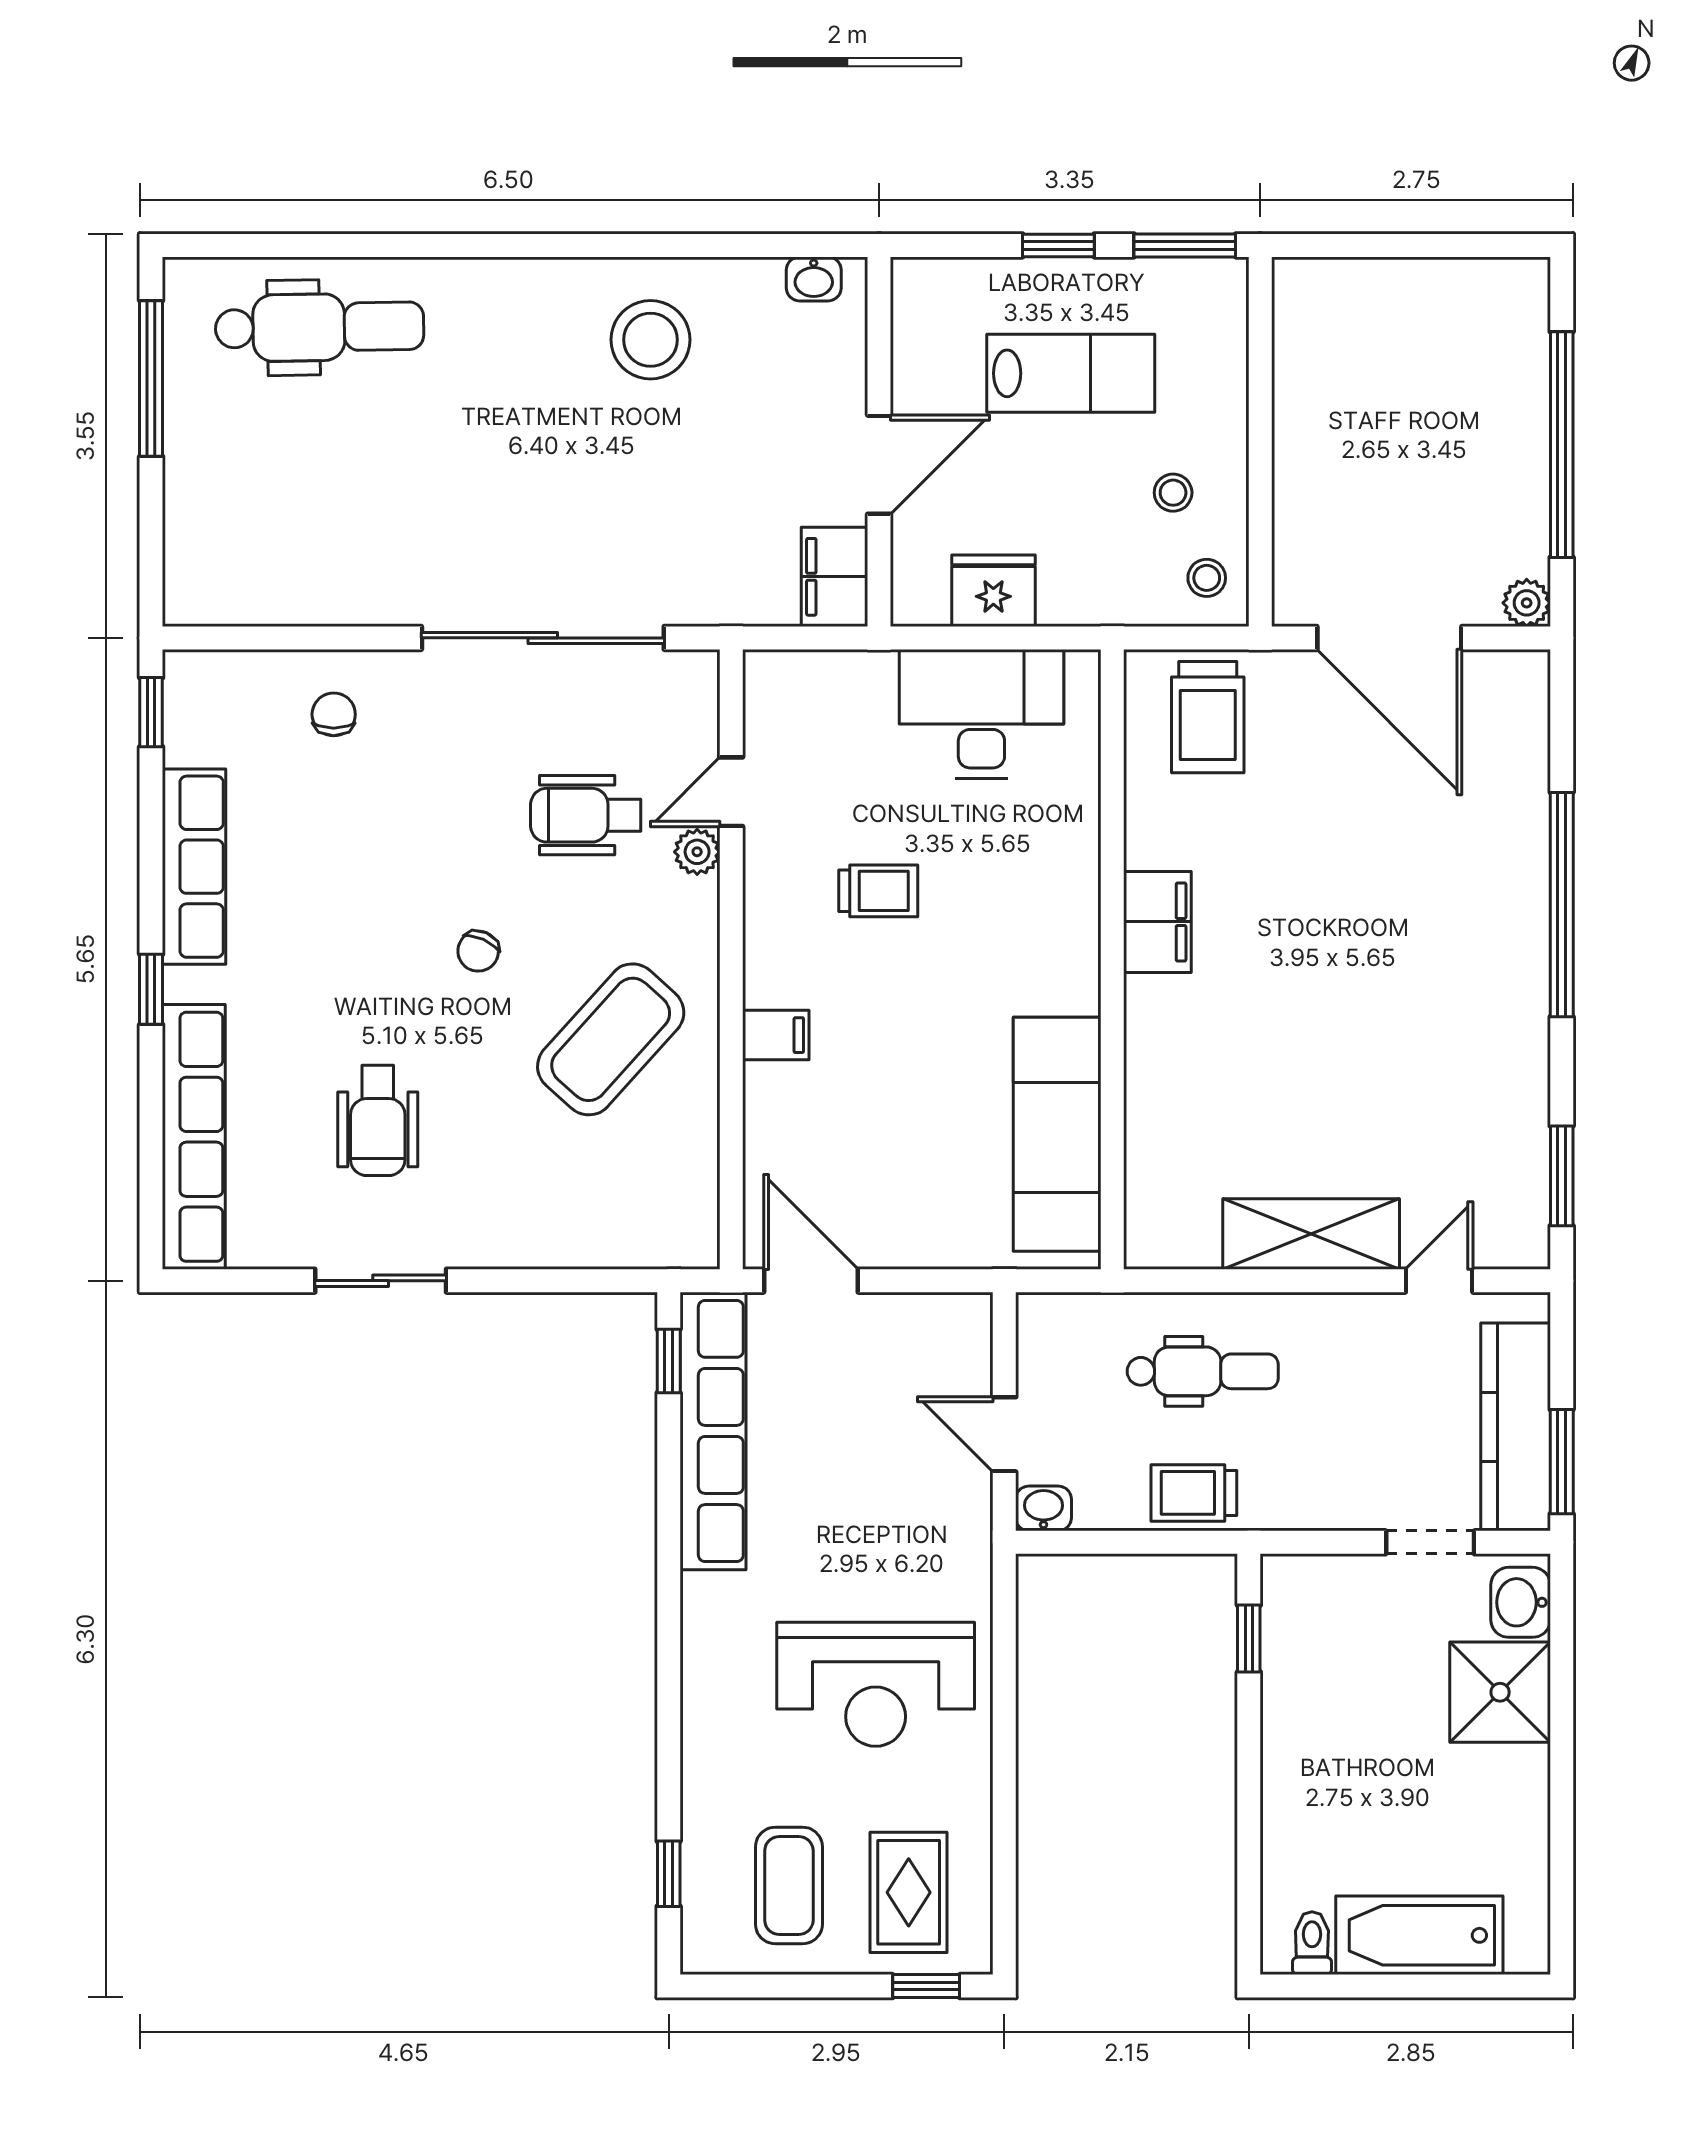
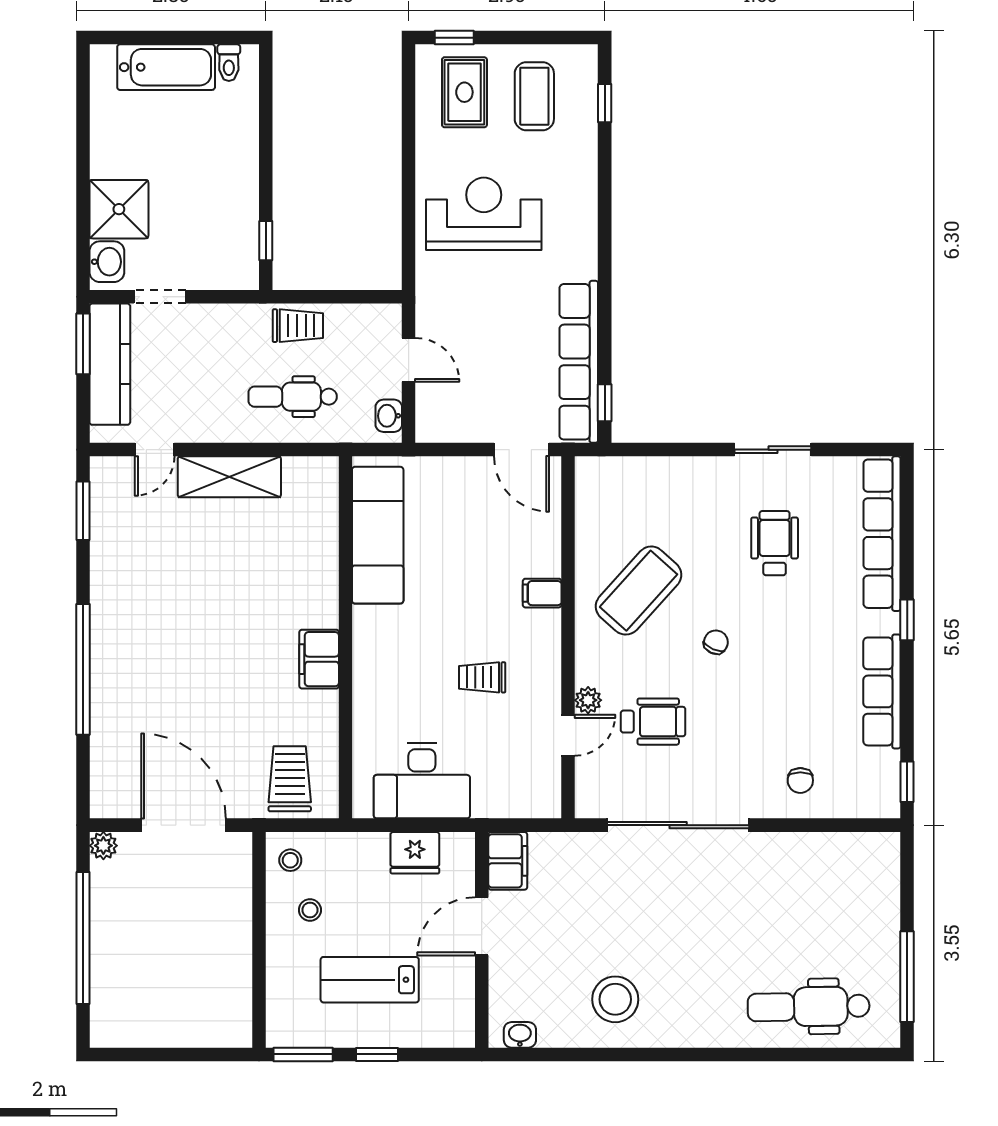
washbasin: (1043, 1508) -> (389, 416), moved, turned 90

